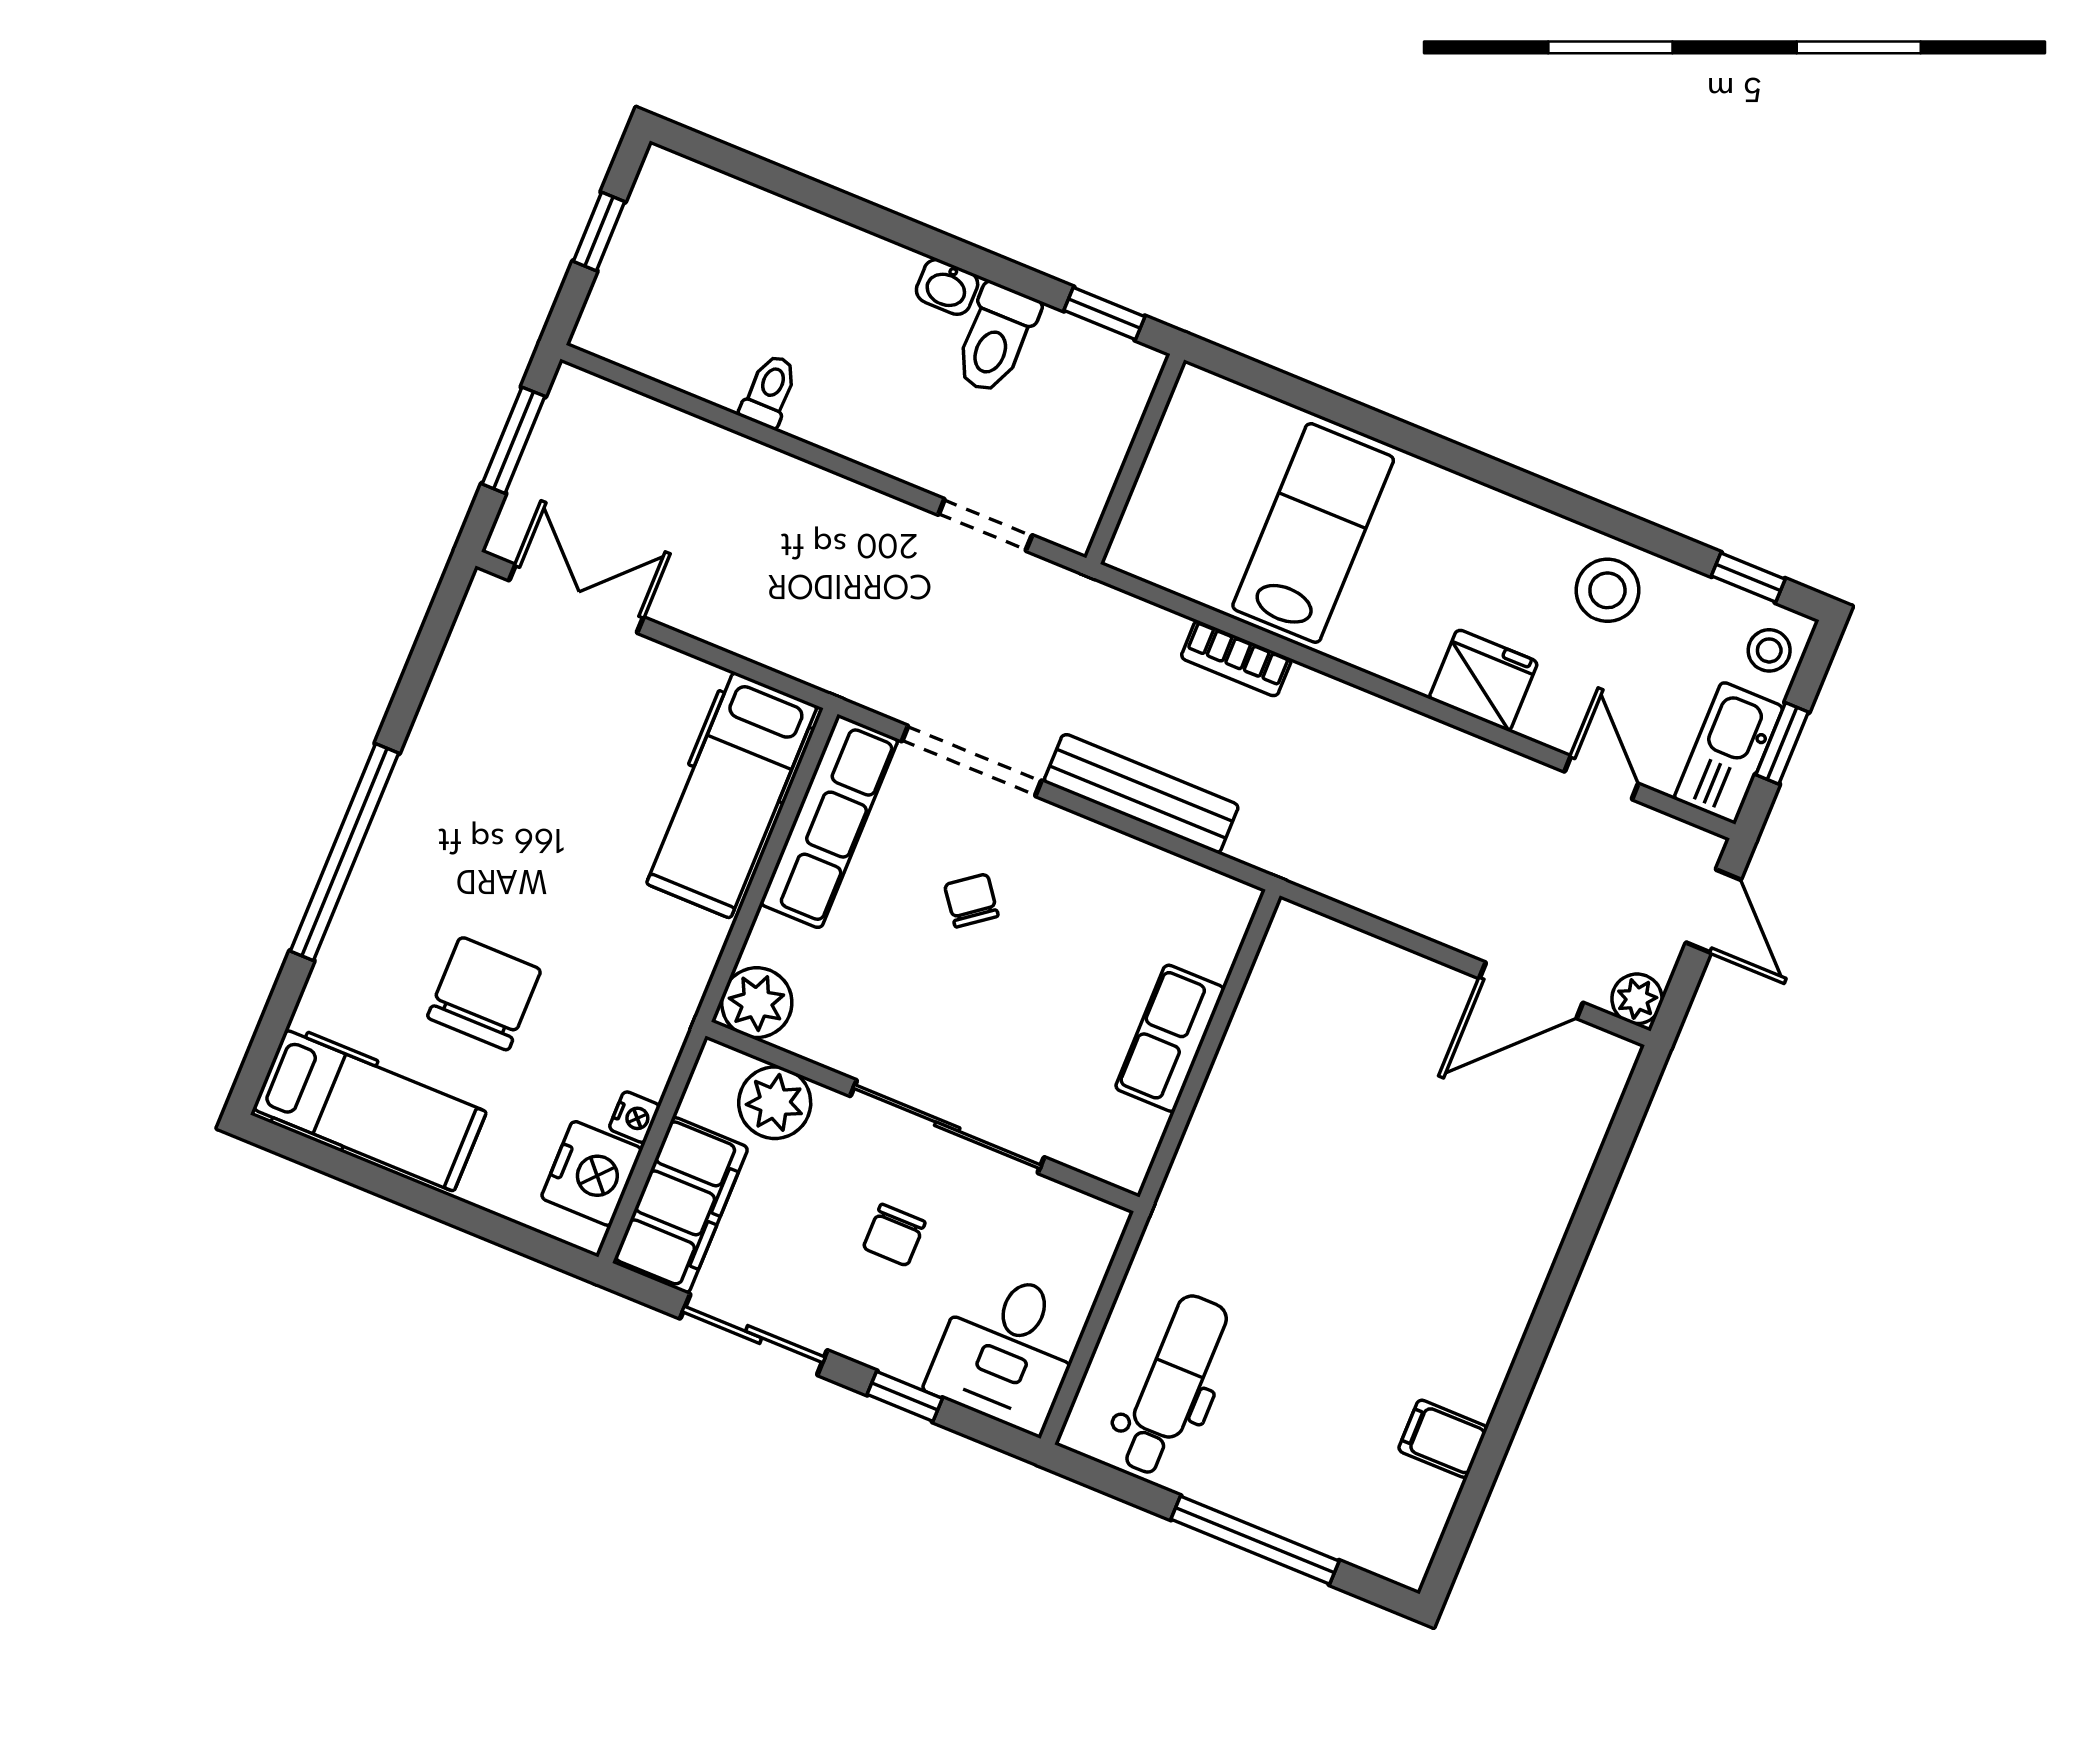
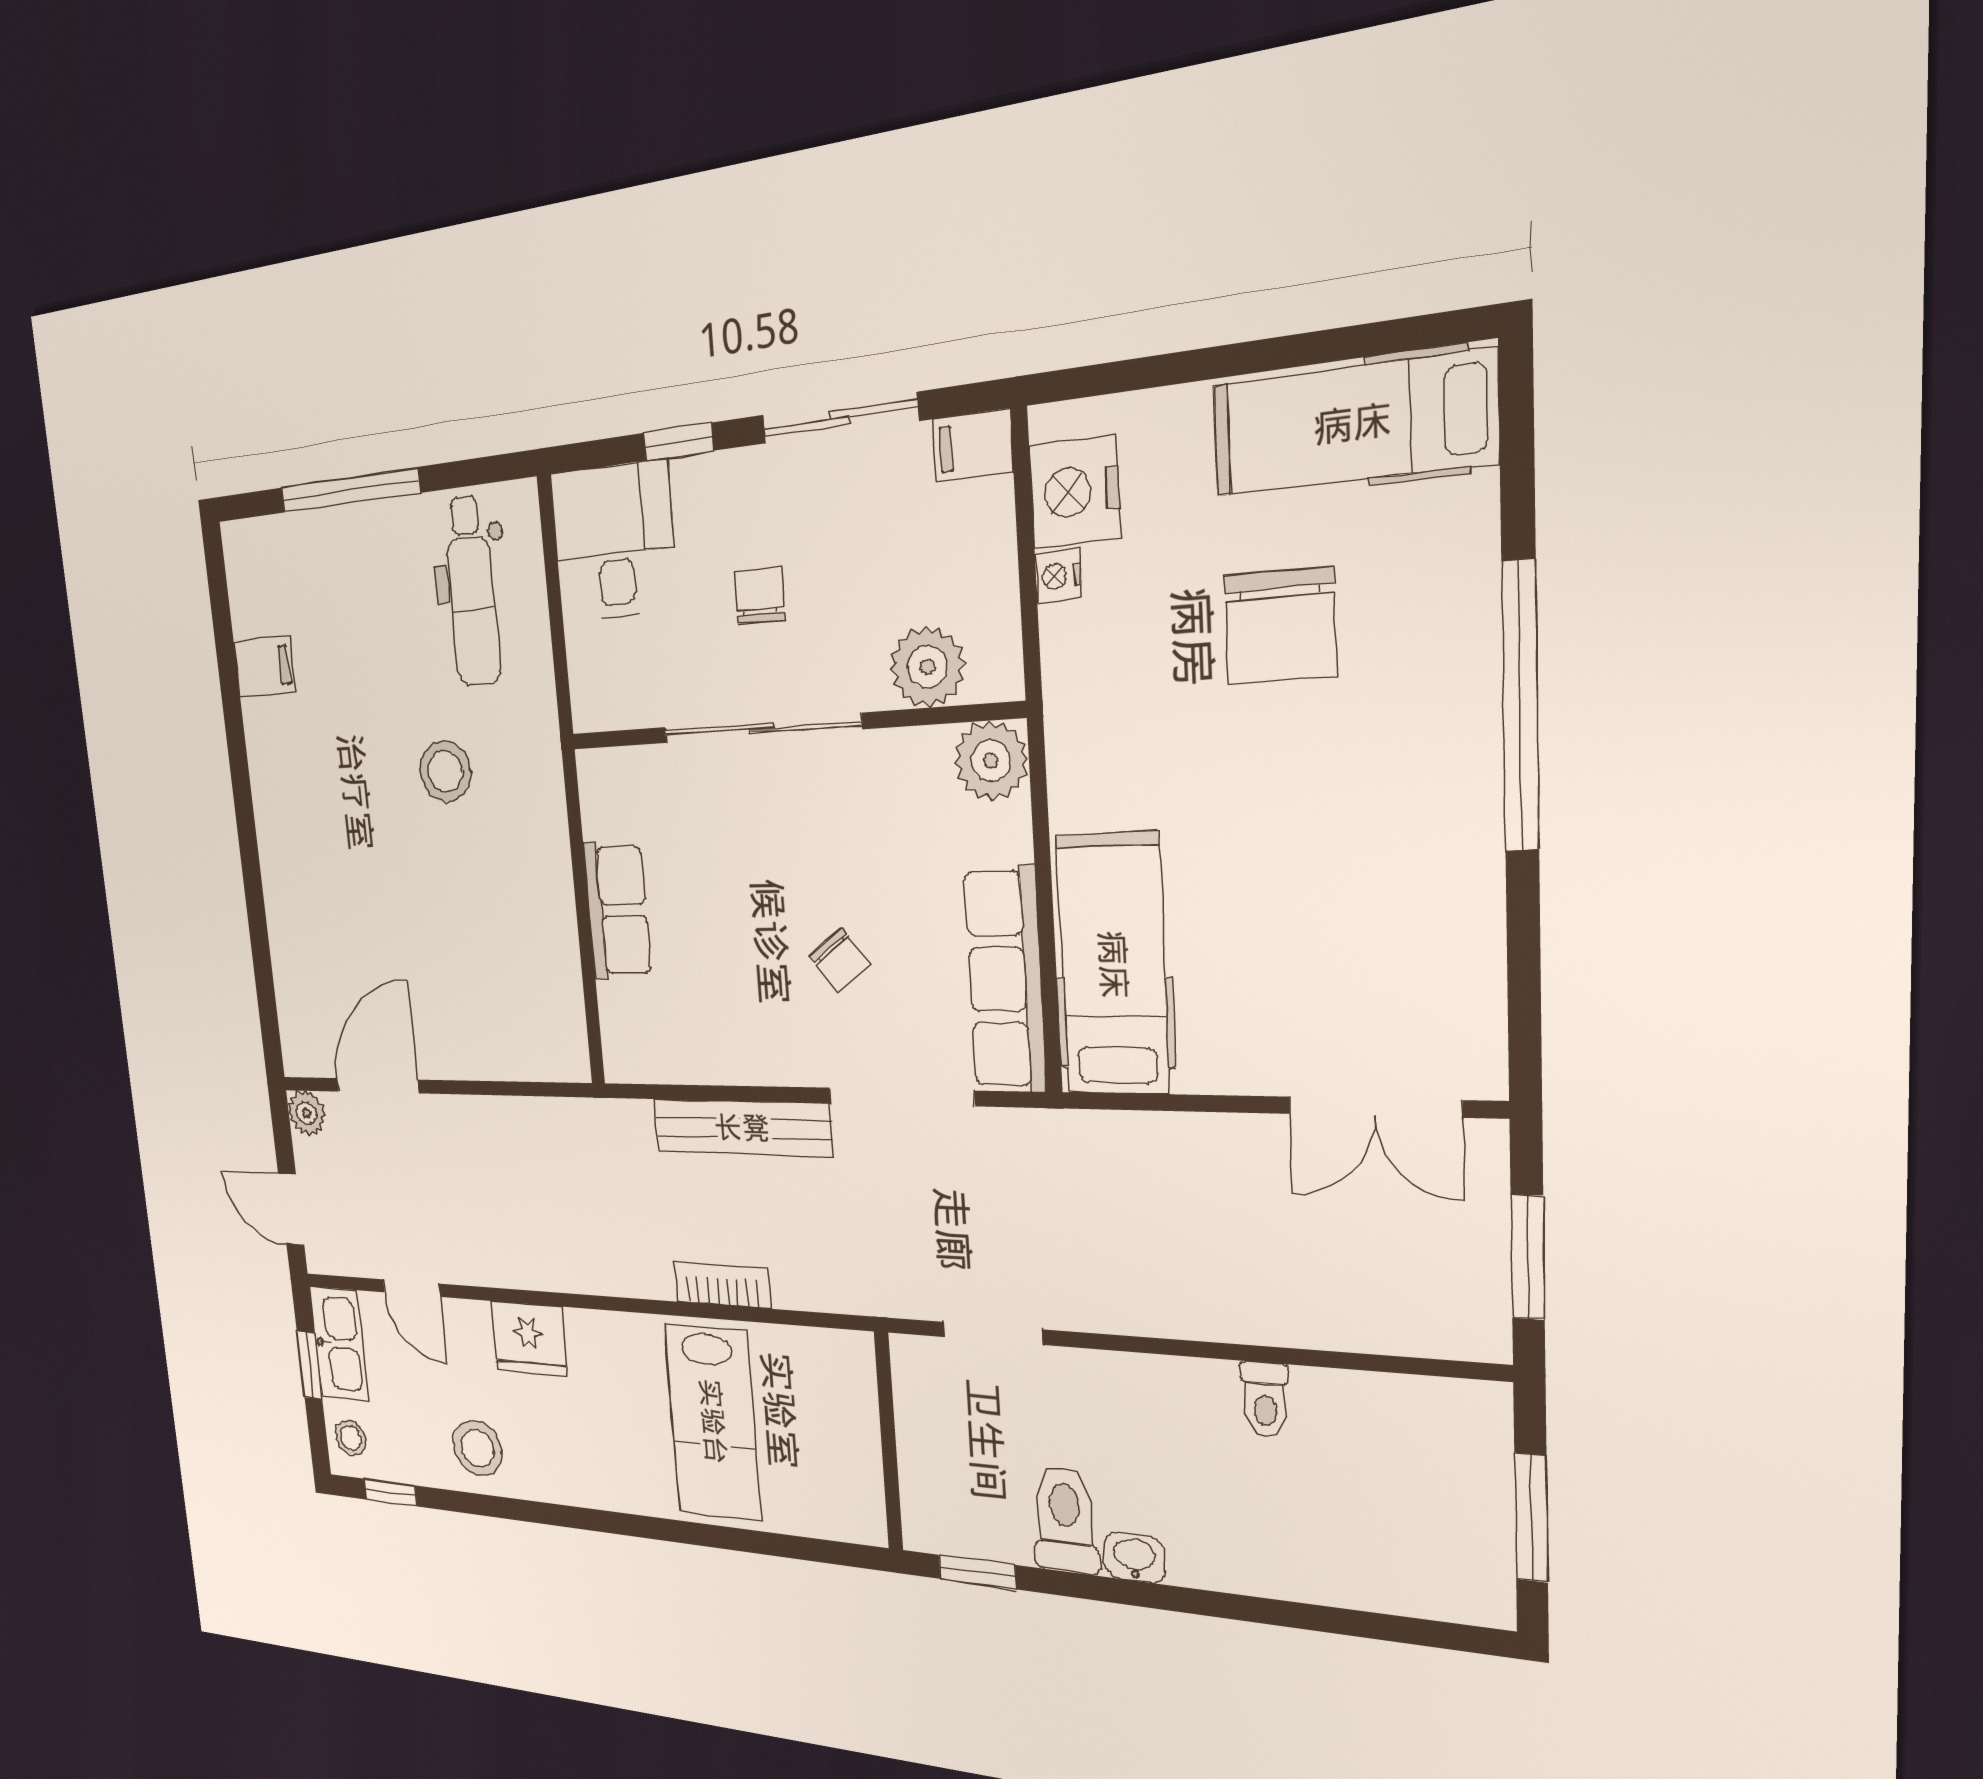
window: (599, 232) -> (1531, 1518), width x1.50
filing cabinet: (680, 1205) -> (973, 446), width x0.33, depth x0.86
stool: (1289, 1244) -> (445, 771), added

